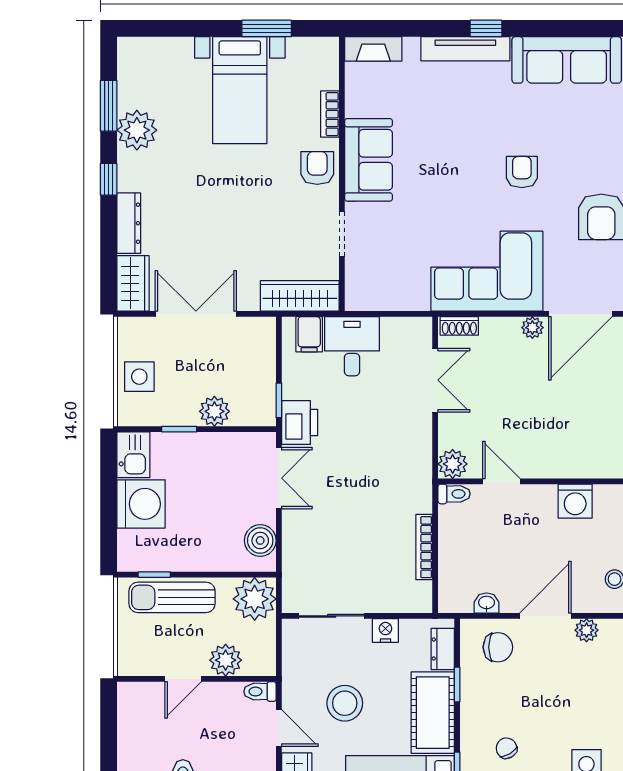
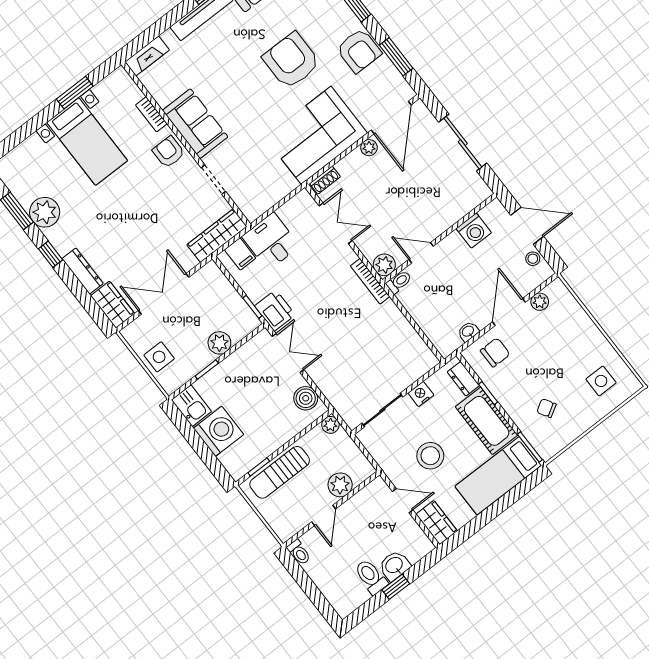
armchair: (522, 172) -> (291, 61), width x1.88, depth x1.88
bookcase: (424, 547) -> (370, 281), moved
plant: (255, 599) -> (330, 425), width x0.53, depth x0.53
toilet: (260, 692) -> (299, 552), moved, turned -90

